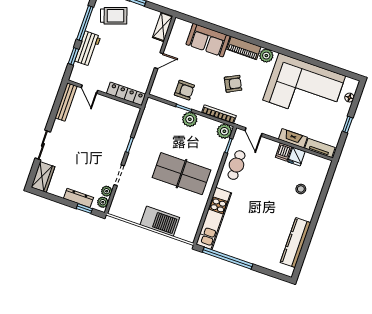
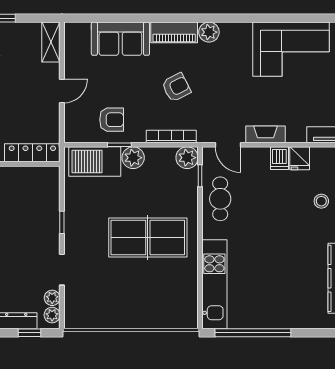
corner sofa: (304, 88) -> (291, 49), width x0.73, depth x0.74
fireplace: (293, 138) -> (266, 134), moved
barbecue: (160, 221) -> (95, 162), moved, turned 180

